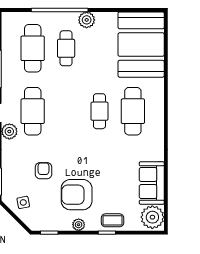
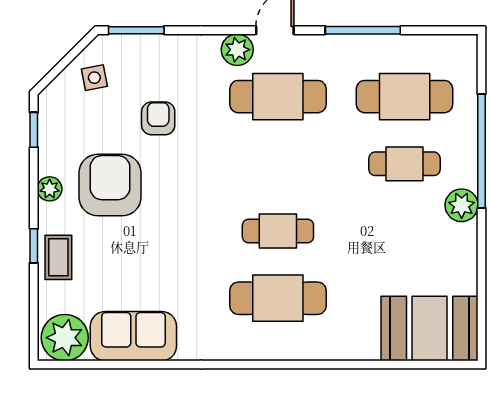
booth: (141, 45) -> (430, 329), width x0.73, depth x0.70
armchair: (43, 171) -> (158, 118), turned -90

